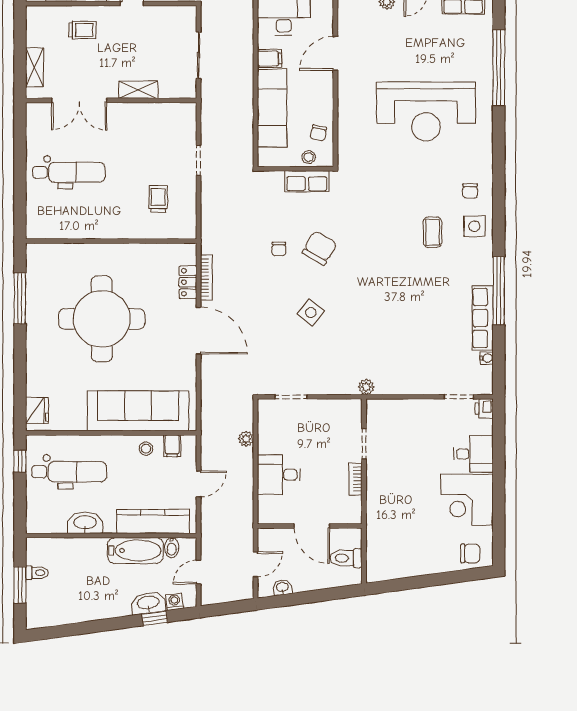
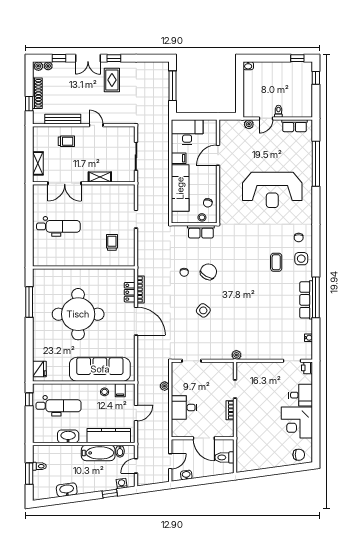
row of seats: (483, 318) -> (306, 300), moved
washbasin: (148, 603) -> (67, 490), moved

